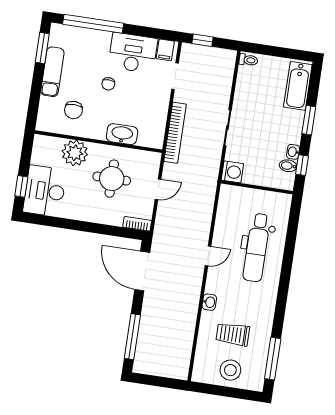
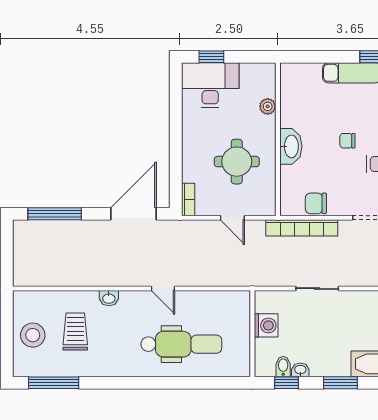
chair: (73, 110) -> (316, 203), moved
washbasin: (122, 134) -> (291, 146), moved
plant: (75, 153) -> (268, 106), width x0.53, depth x0.53
washing machine: (232, 172) -> (266, 325), moved, turned -90
dental chair: (257, 248) -> (181, 344), turned 180

